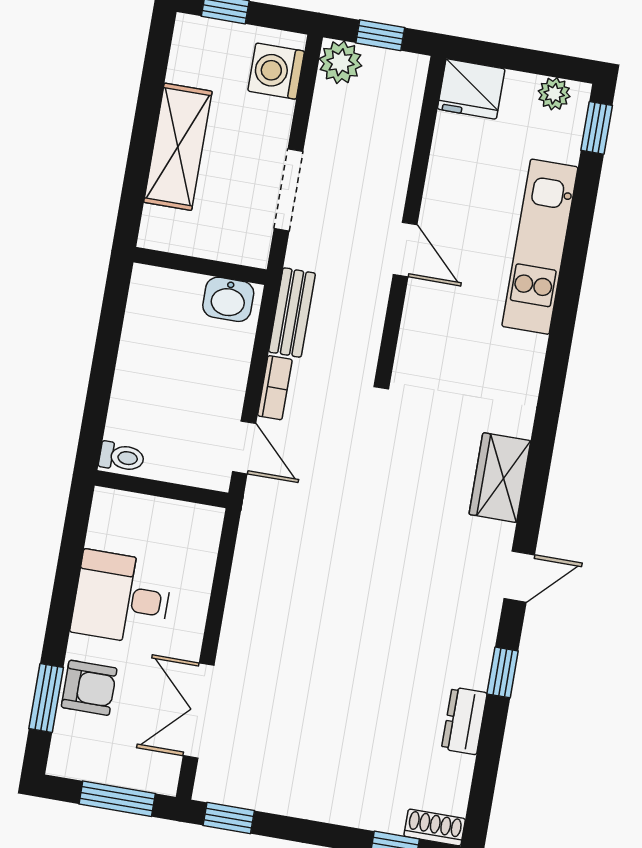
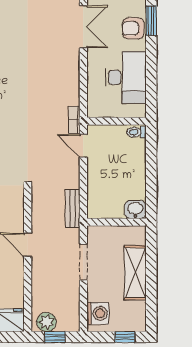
plant: (340, 62) -> (46, 322), moved
washbasin: (228, 299) -> (135, 209), moved
bookcase: (275, 388) -> (74, 120), moved
desk: (122, 598) -> (126, 77), width x1.37

